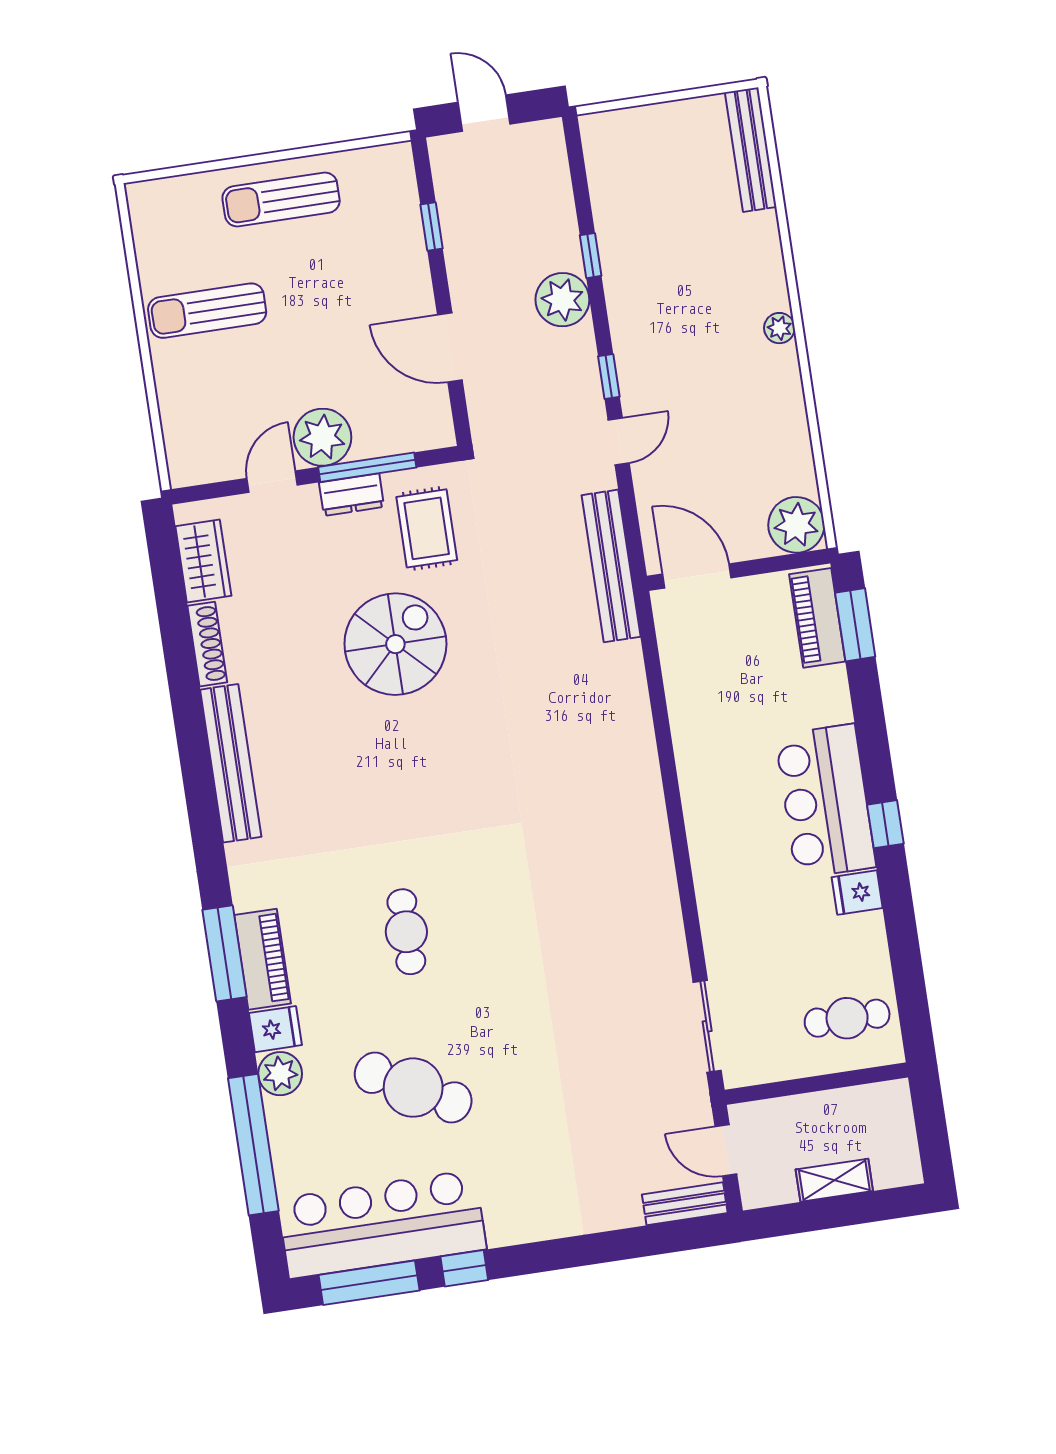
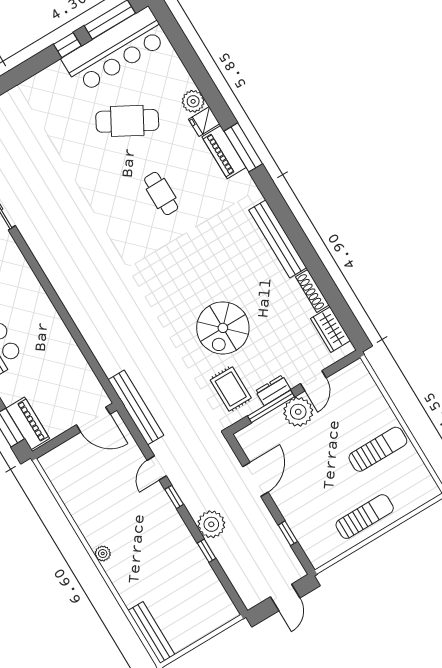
door: (484, 113) -> (285, 597), hinge flipped
door: (450, 348) -> (255, 479), hinge flipped
plant: (796, 525) -> (56, 463), removed
window: (253, 1145) -> (192, 62), removed

